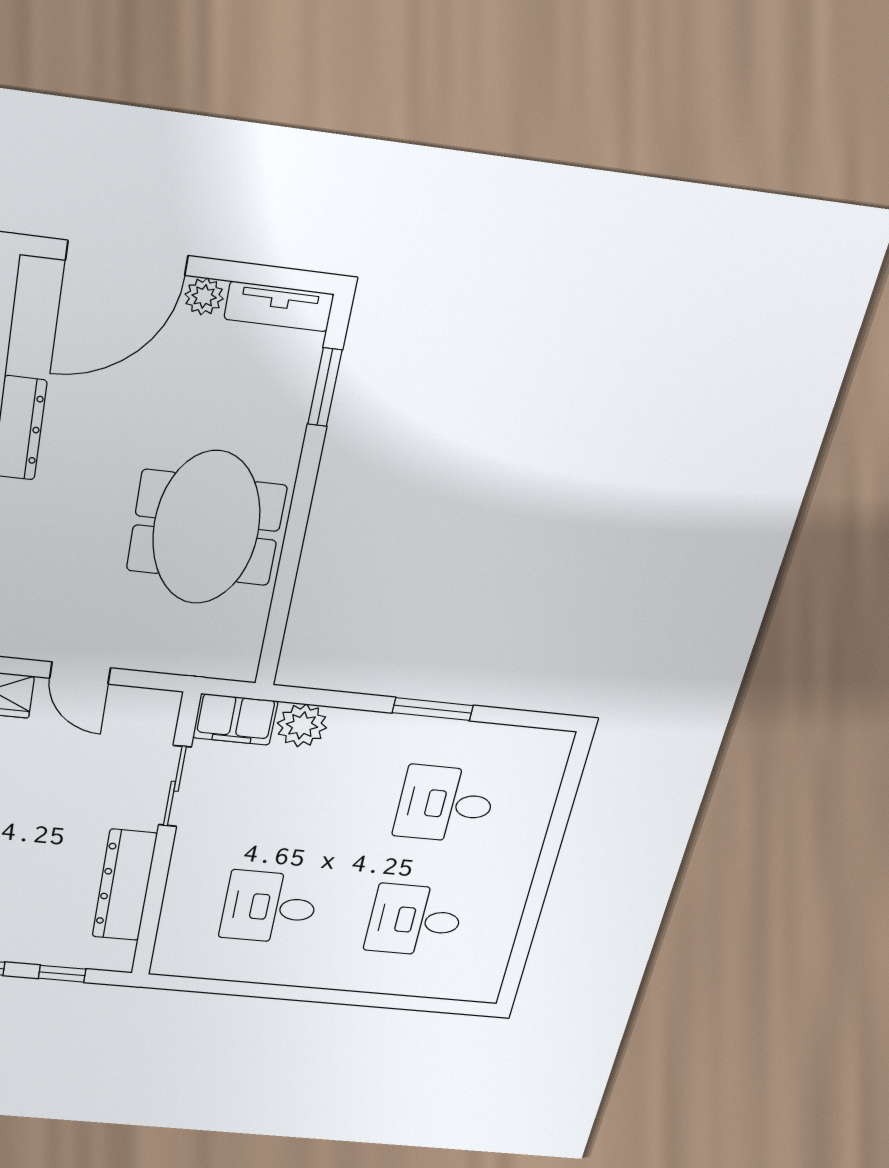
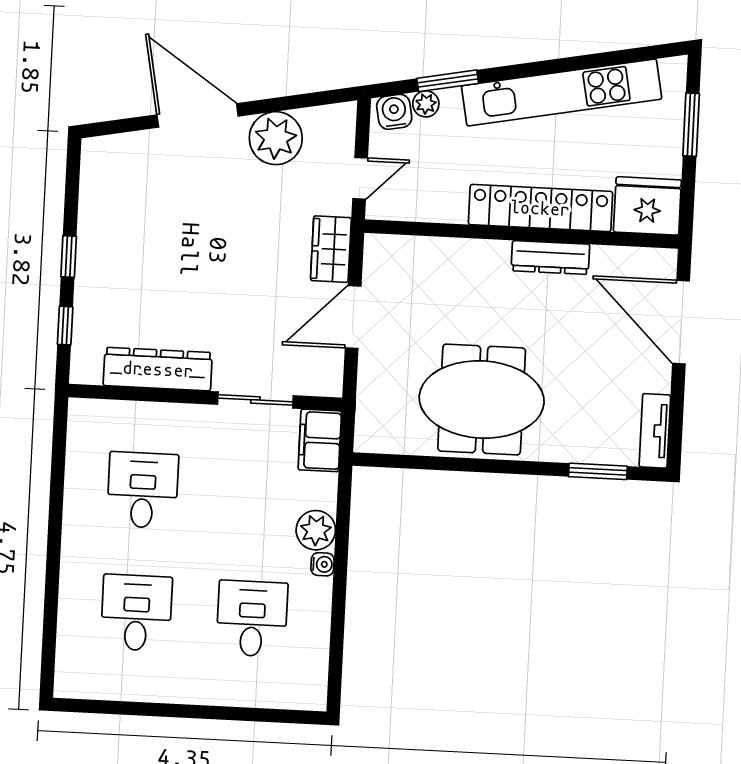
plant: (204, 296) -> (658, 378), removed
door: (80, 673) -> (353, 317), width x1.38
window: (433, 709) -> (339, 593), removed
plant: (302, 725) -> (316, 530), moved
water cooler: (393, 725) -> (322, 564), added

